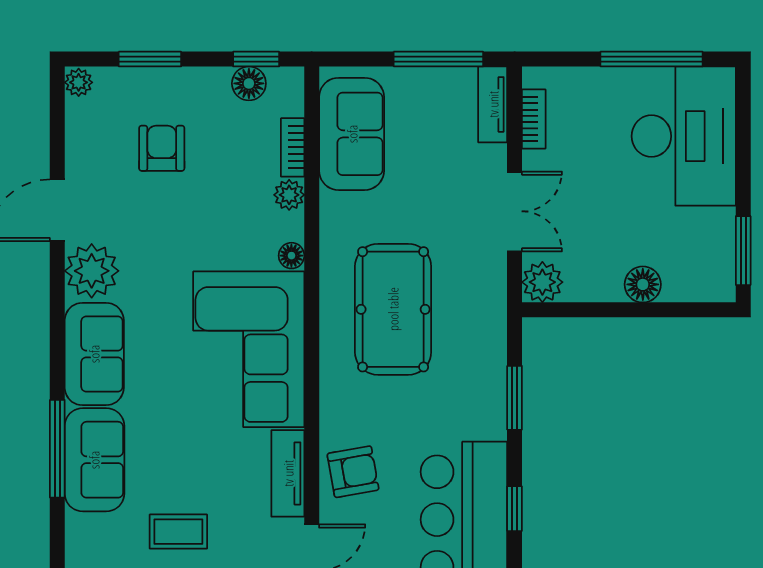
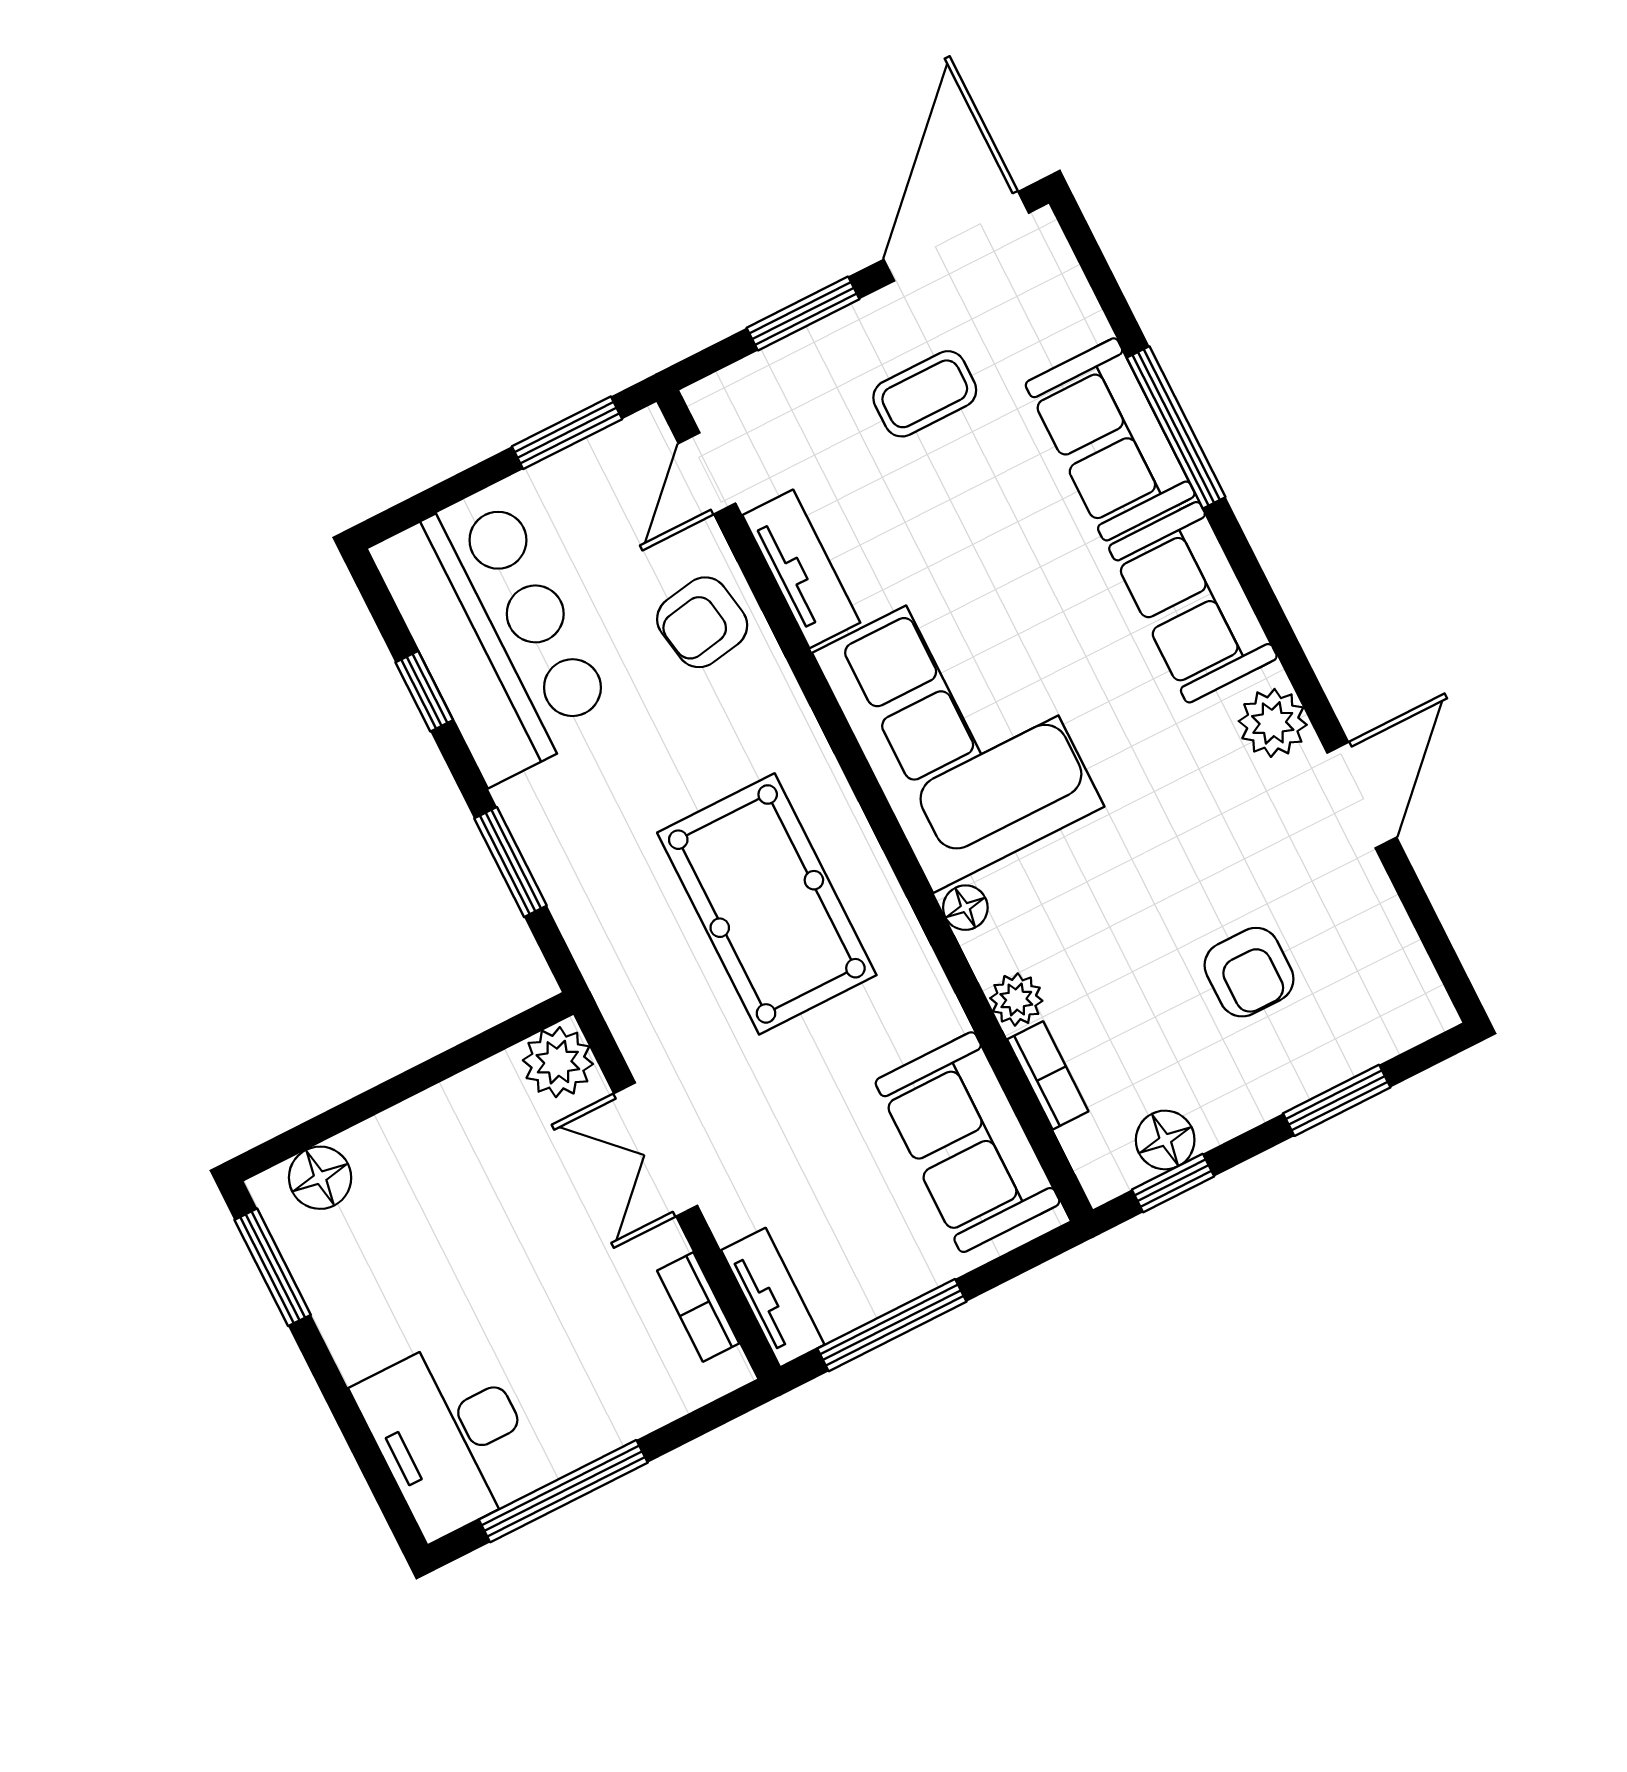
plant: (79, 82) -> (1429, 1009), removed
desk: (684, 136) -> (449, 1436), width x0.73, depth x0.77
plant: (92, 271) -> (1273, 723), width x0.73, depth x0.73
floor lamp: (643, 284) -> (320, 1178), moved

